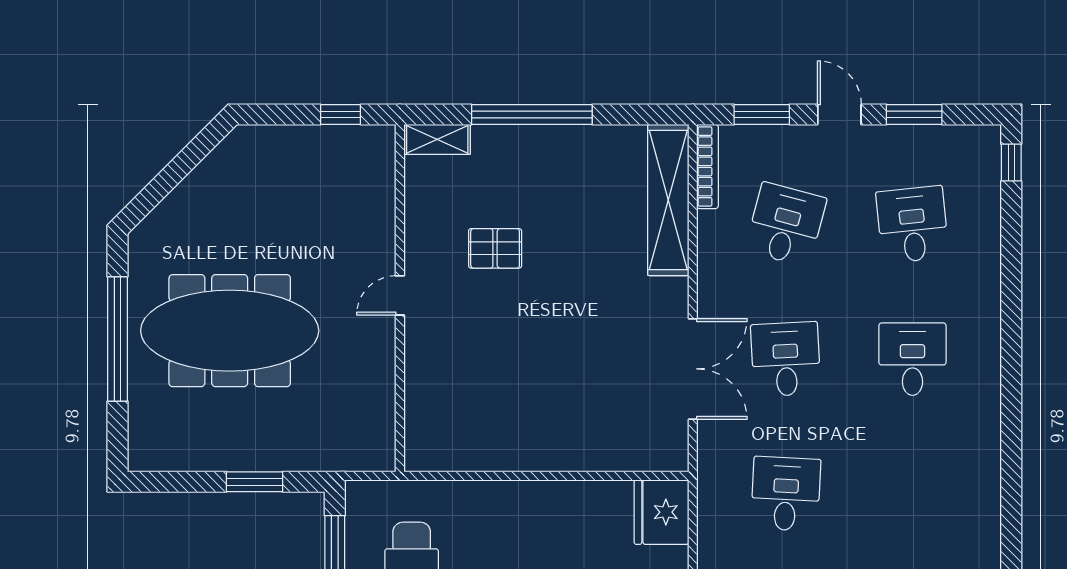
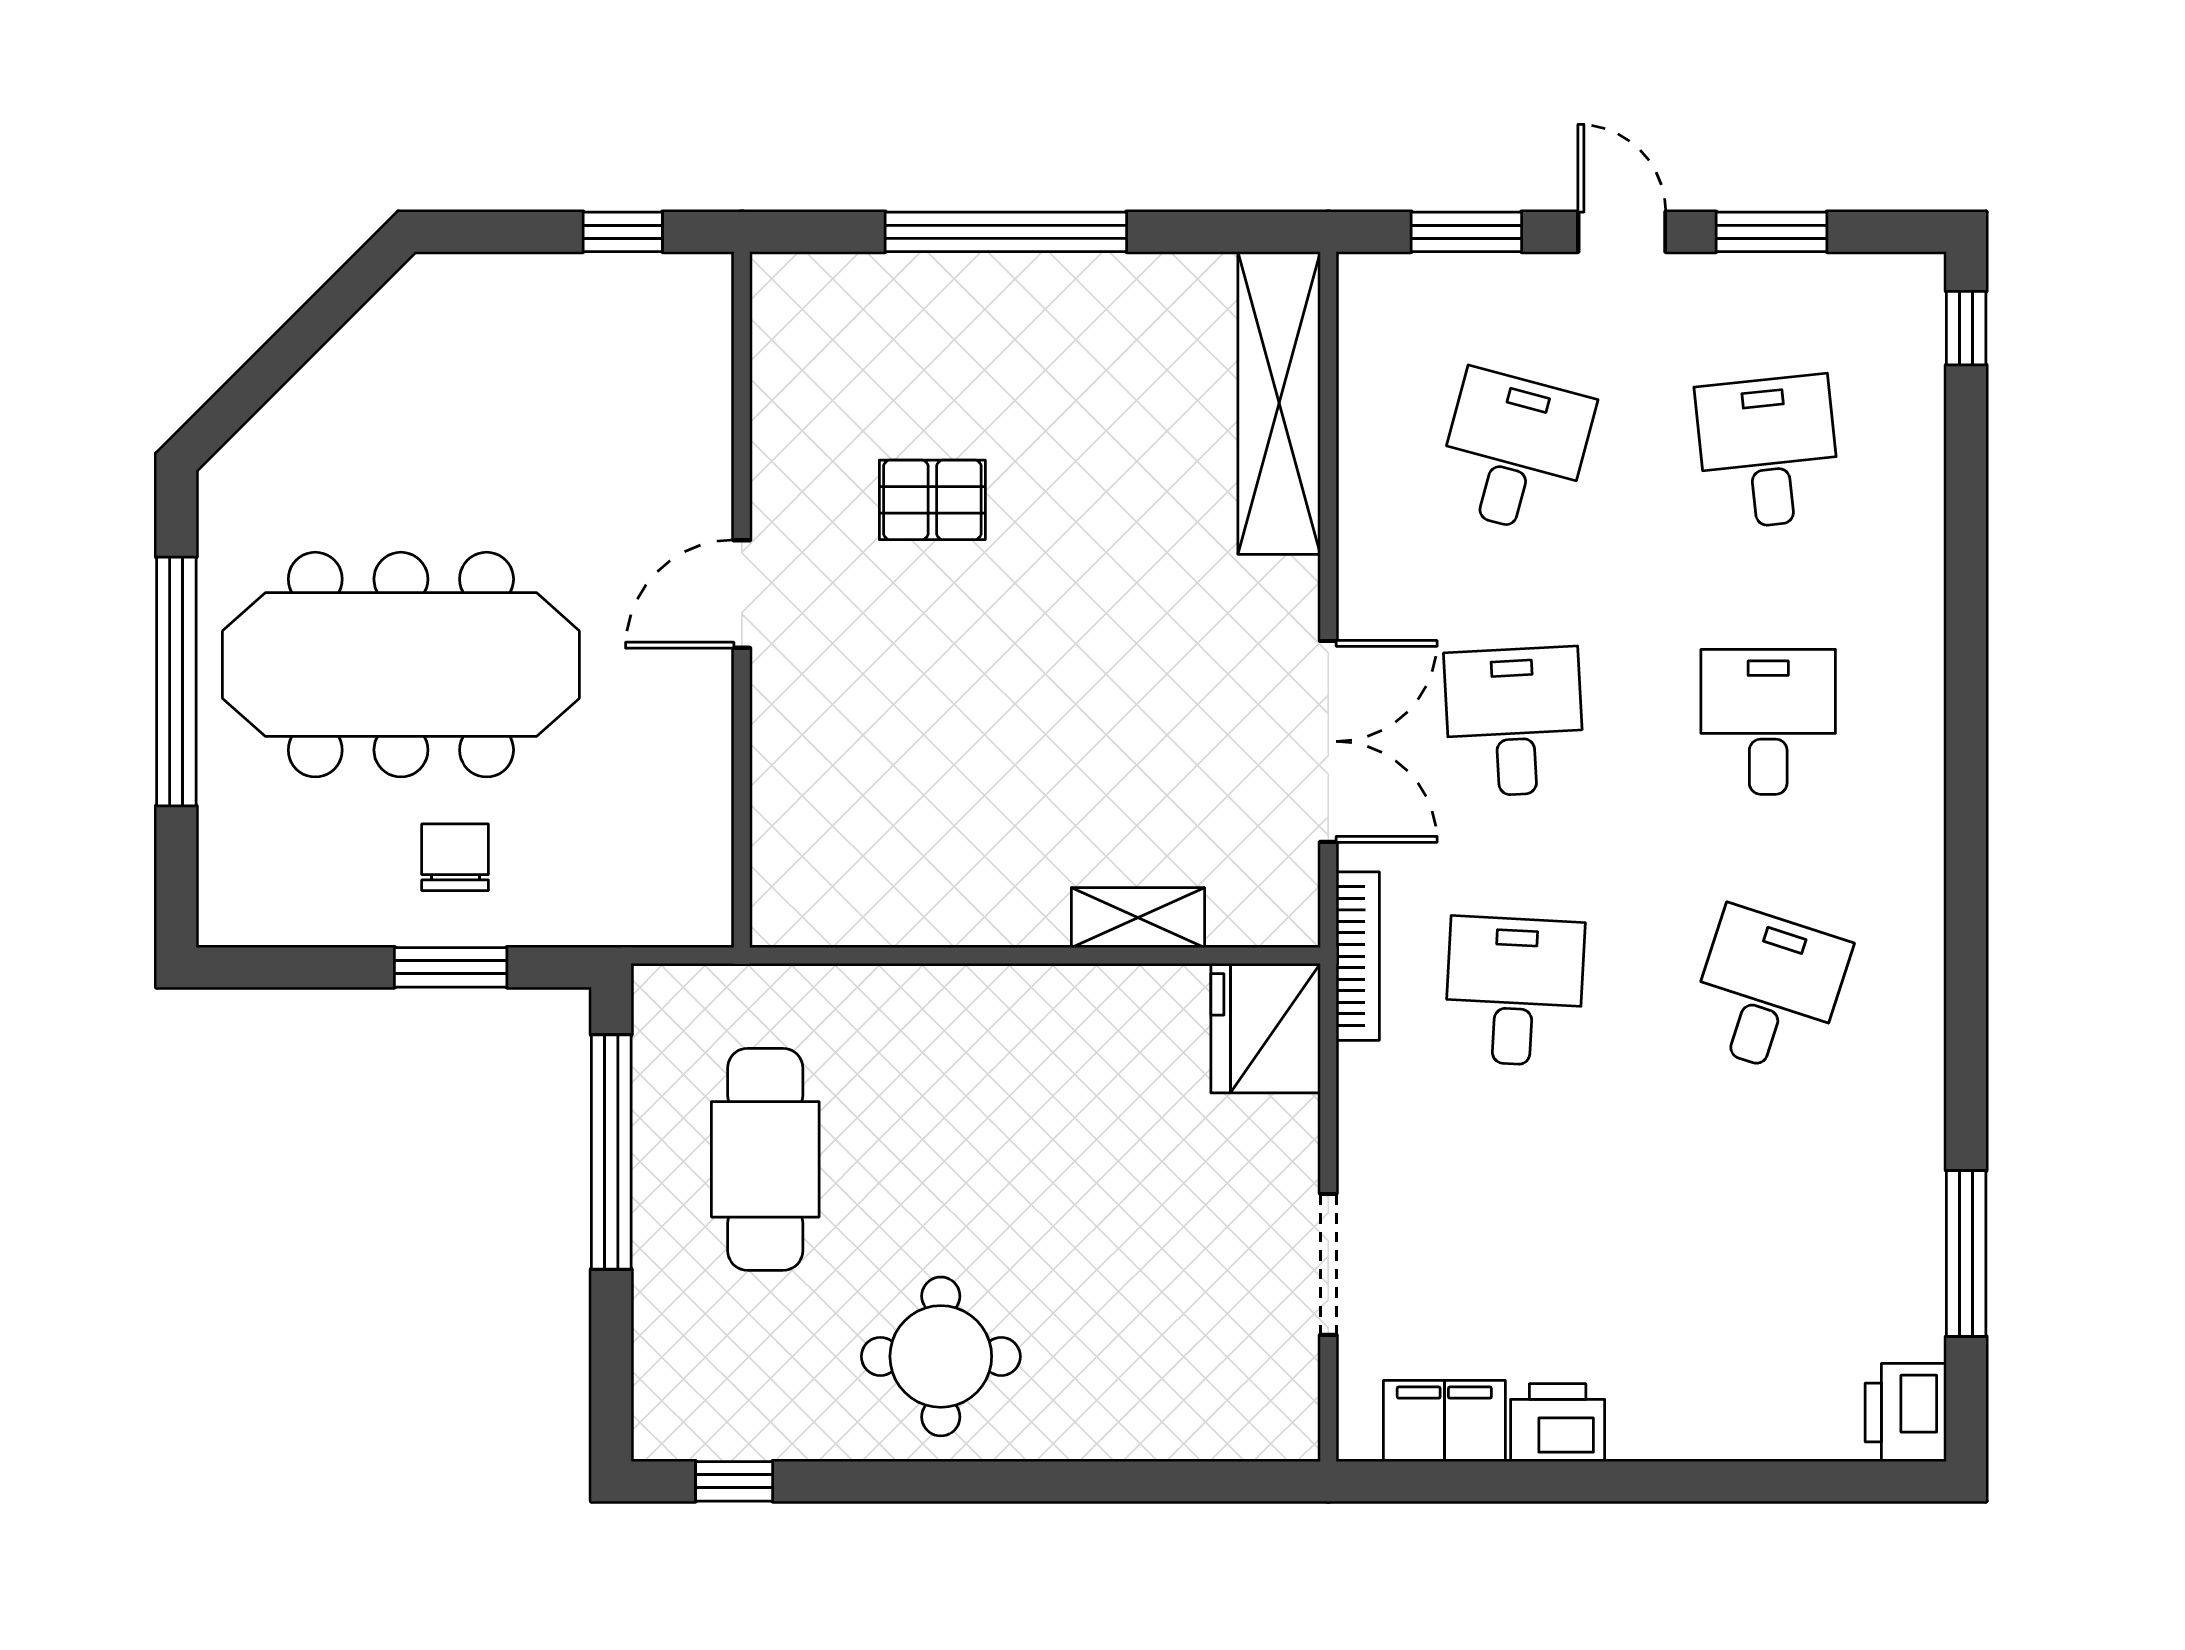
shelving: (437, 139) -> (1138, 918), moved
bookcase: (707, 166) -> (1358, 956), moved
door: (400, 295) -> (742, 594), width x1.38
chair: (257, 427) -> (455, 857), added
desk: (912, 494) -> (1768, 991), added

